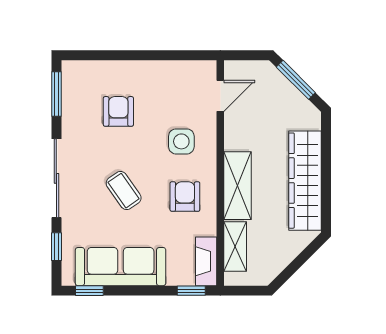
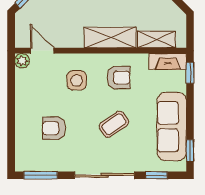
plant: (207, 70) -> (22, 61), added
armchair: (185, 197) -> (119, 78), turned 180

